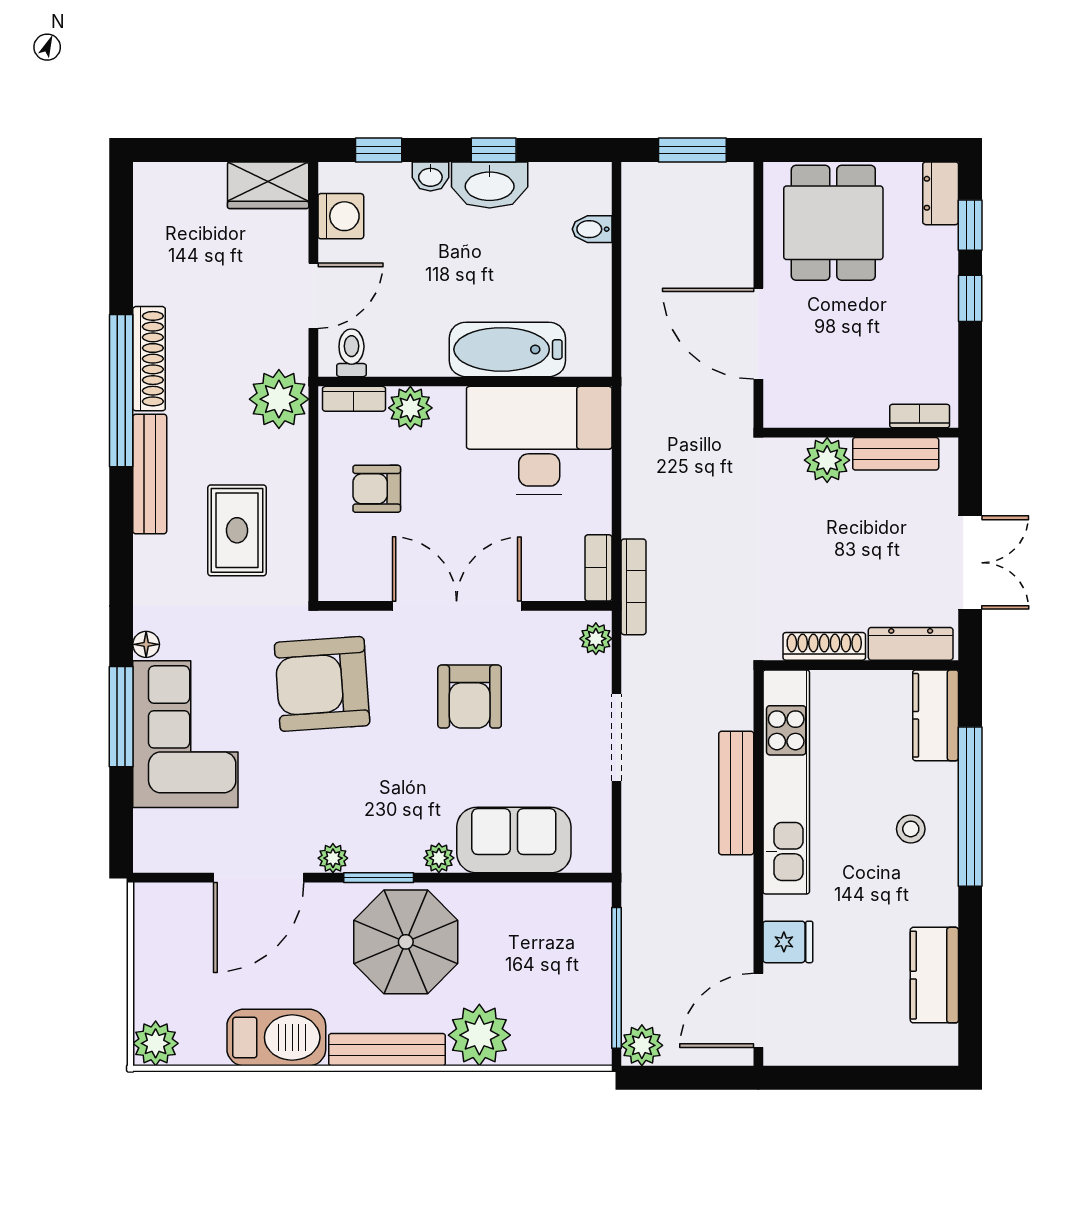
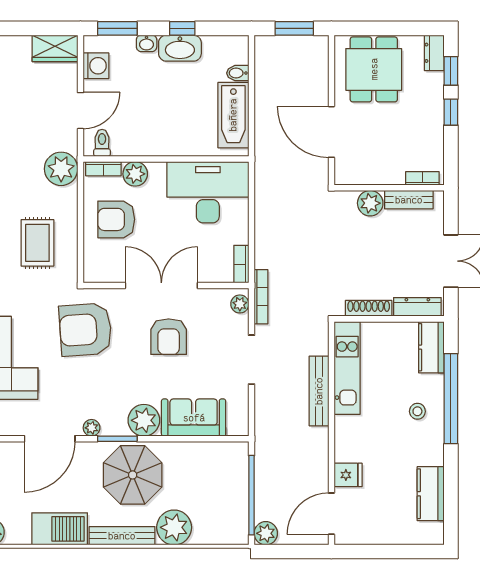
window: (379, 150) -> (117, 28), width x1.50
bathtub: (507, 349) -> (233, 115), moved, turned -90
armchair: (377, 489) -> (116, 219), width x1.38, depth x1.38
bookcase: (634, 587) -> (261, 297), moved
kitchen unit: (786, 782) -> (347, 368), width x0.73
plant: (439, 858) -> (144, 420), width x1.88, depth x1.88

